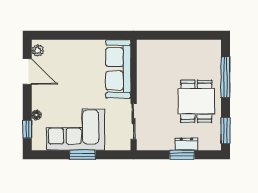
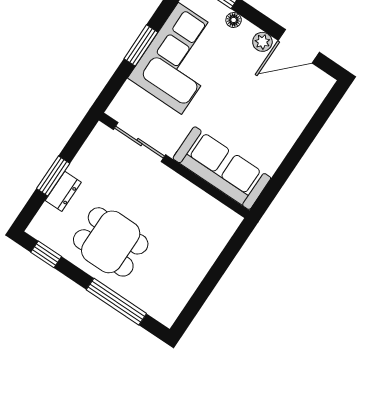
plant: (38, 50) -> (262, 42), moved
window: (225, 131) -> (46, 254), width x0.67

